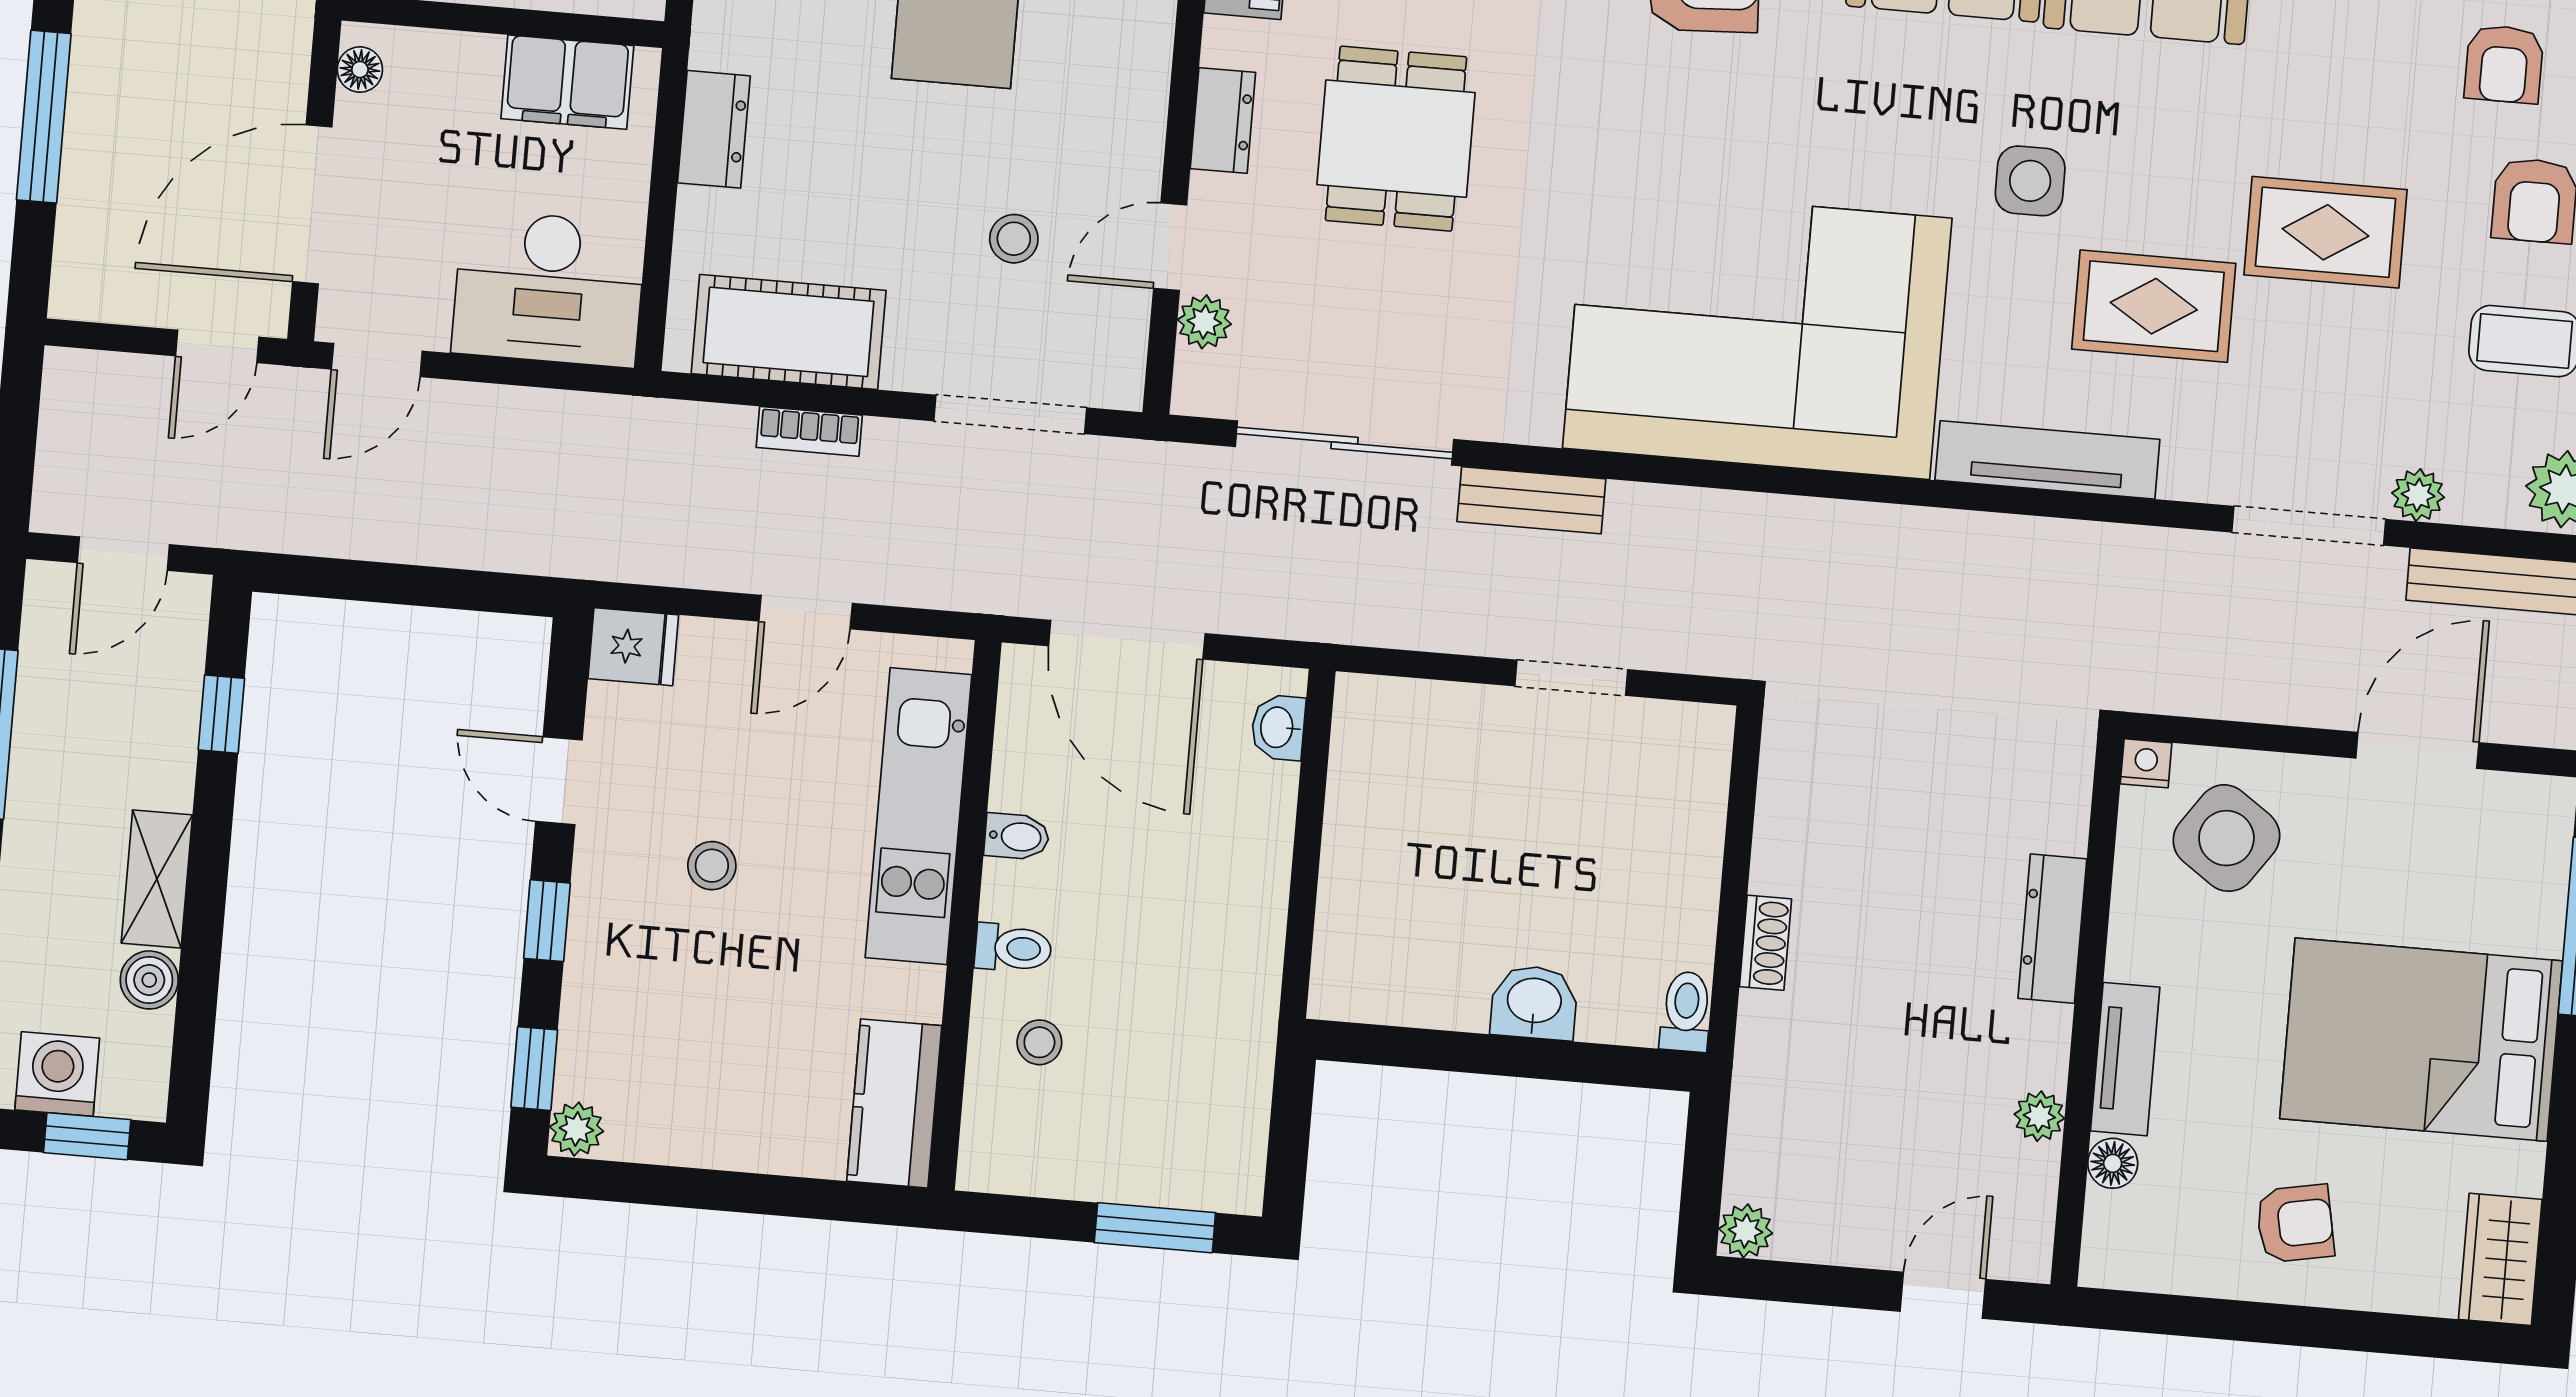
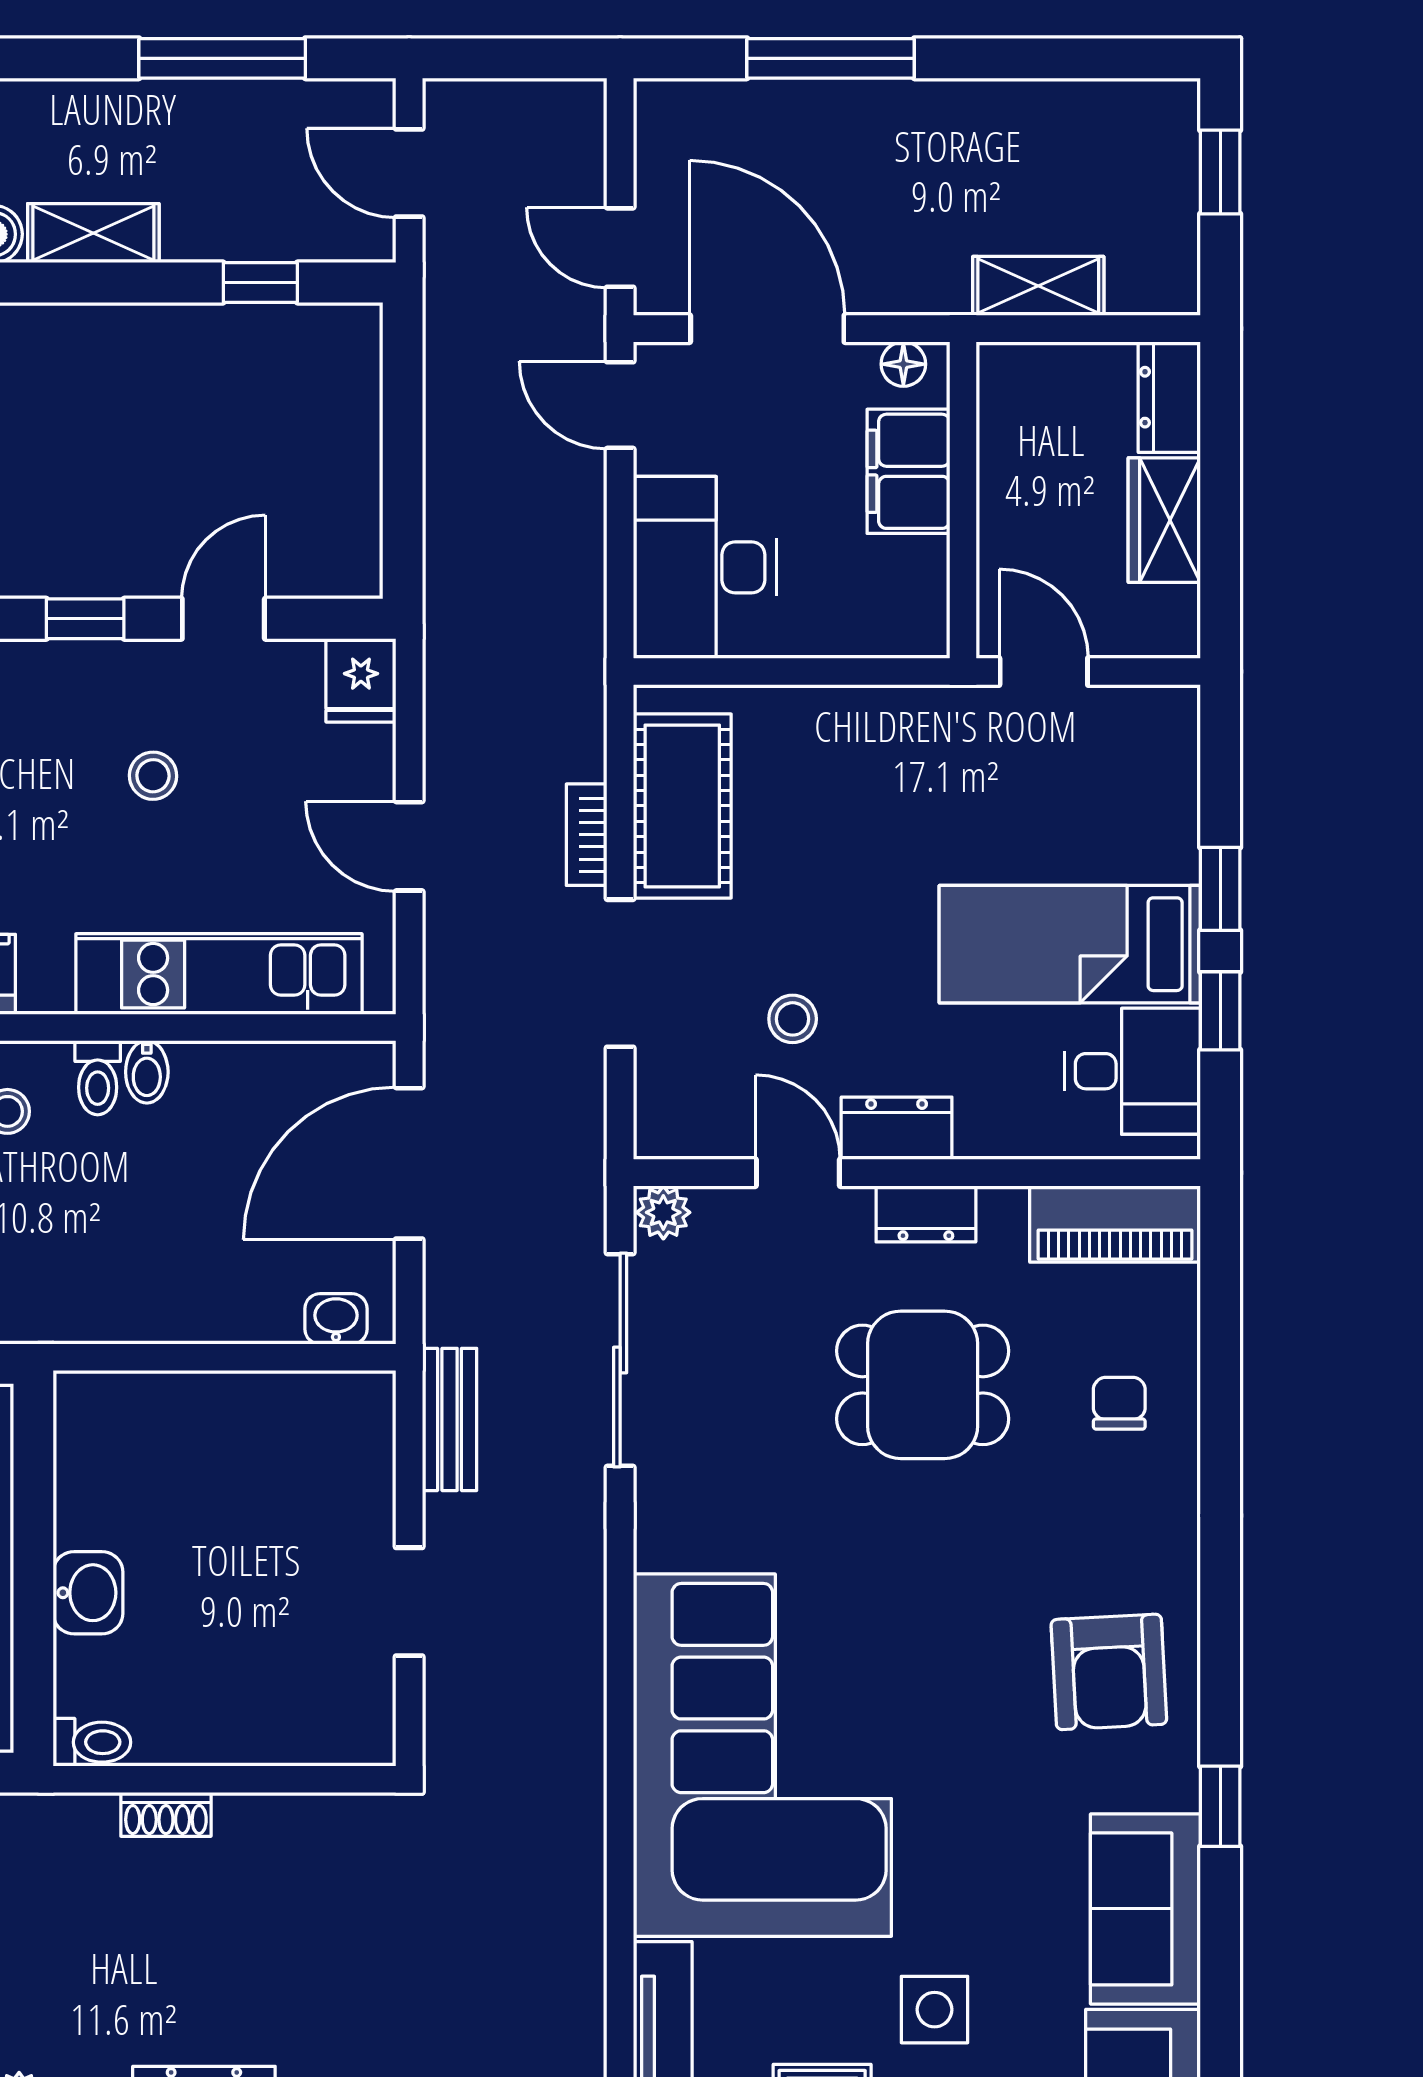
filing cabinet: (567, 82) -> (908, 471), moved
dresser: (714, 129) -> (897, 1128), moved, turned 180
plant: (1204, 322) -> (663, 1212), moved
doorway: (1010, 414) -> (620, 973), moved
bench: (1531, 500) -> (450, 1419), moved
bidet: (1017, 837) -> (147, 1072), moved

